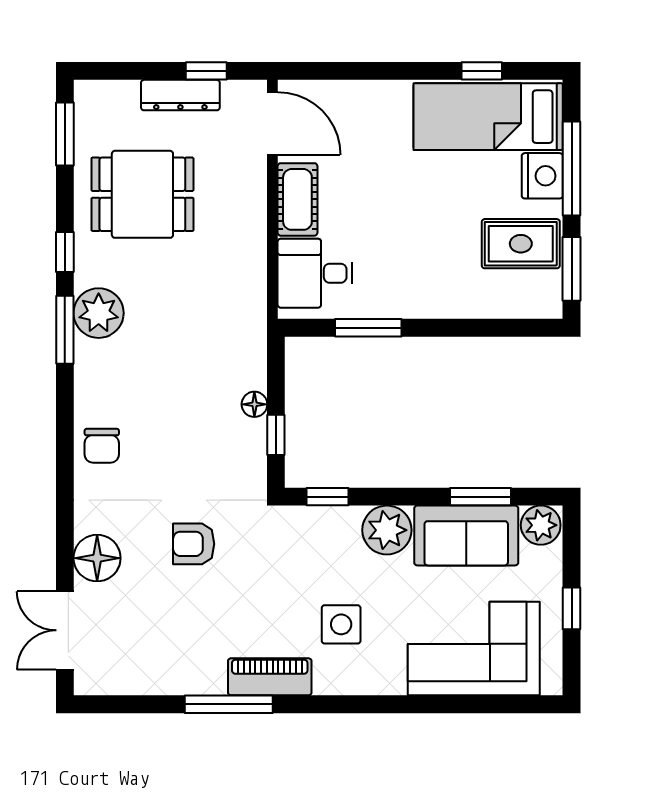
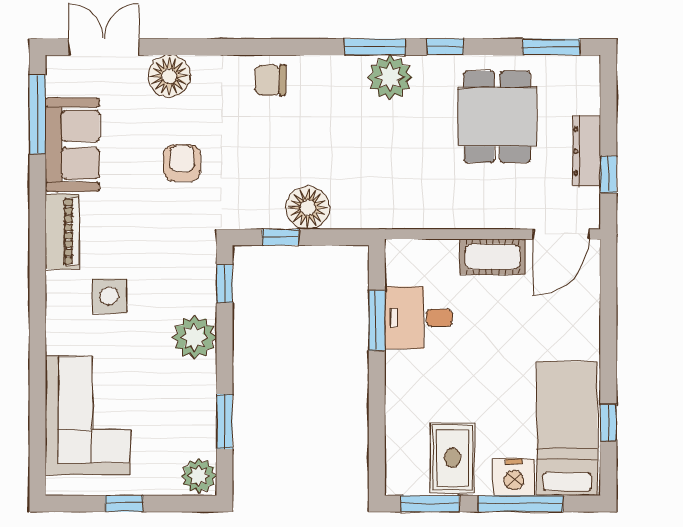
desk: (315, 273) -> (418, 318), moved, turned -90
floor lamp: (254, 404) -> (308, 208), width x1.89, depth x1.89
sofa: (466, 535) -> (72, 145), moved, turned 180
window: (229, 704) -> (37, 114), moved

